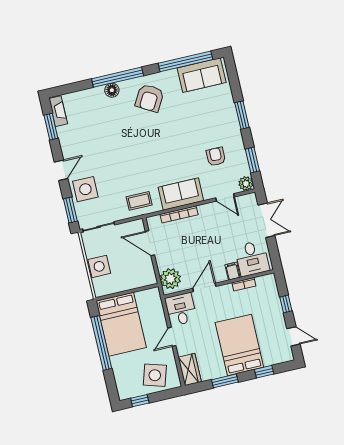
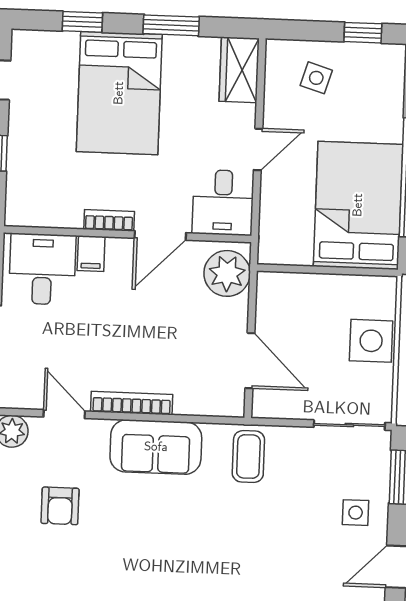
side table: (85, 189) -> (356, 513), width x0.54, depth x0.54
coffee table: (139, 201) -> (248, 457), turned 90
bookcase: (179, 214) -> (132, 403), moved
bookcase: (244, 284) -> (109, 220), moved
side table: (155, 375) -> (316, 78), width x0.54, depth x0.54

